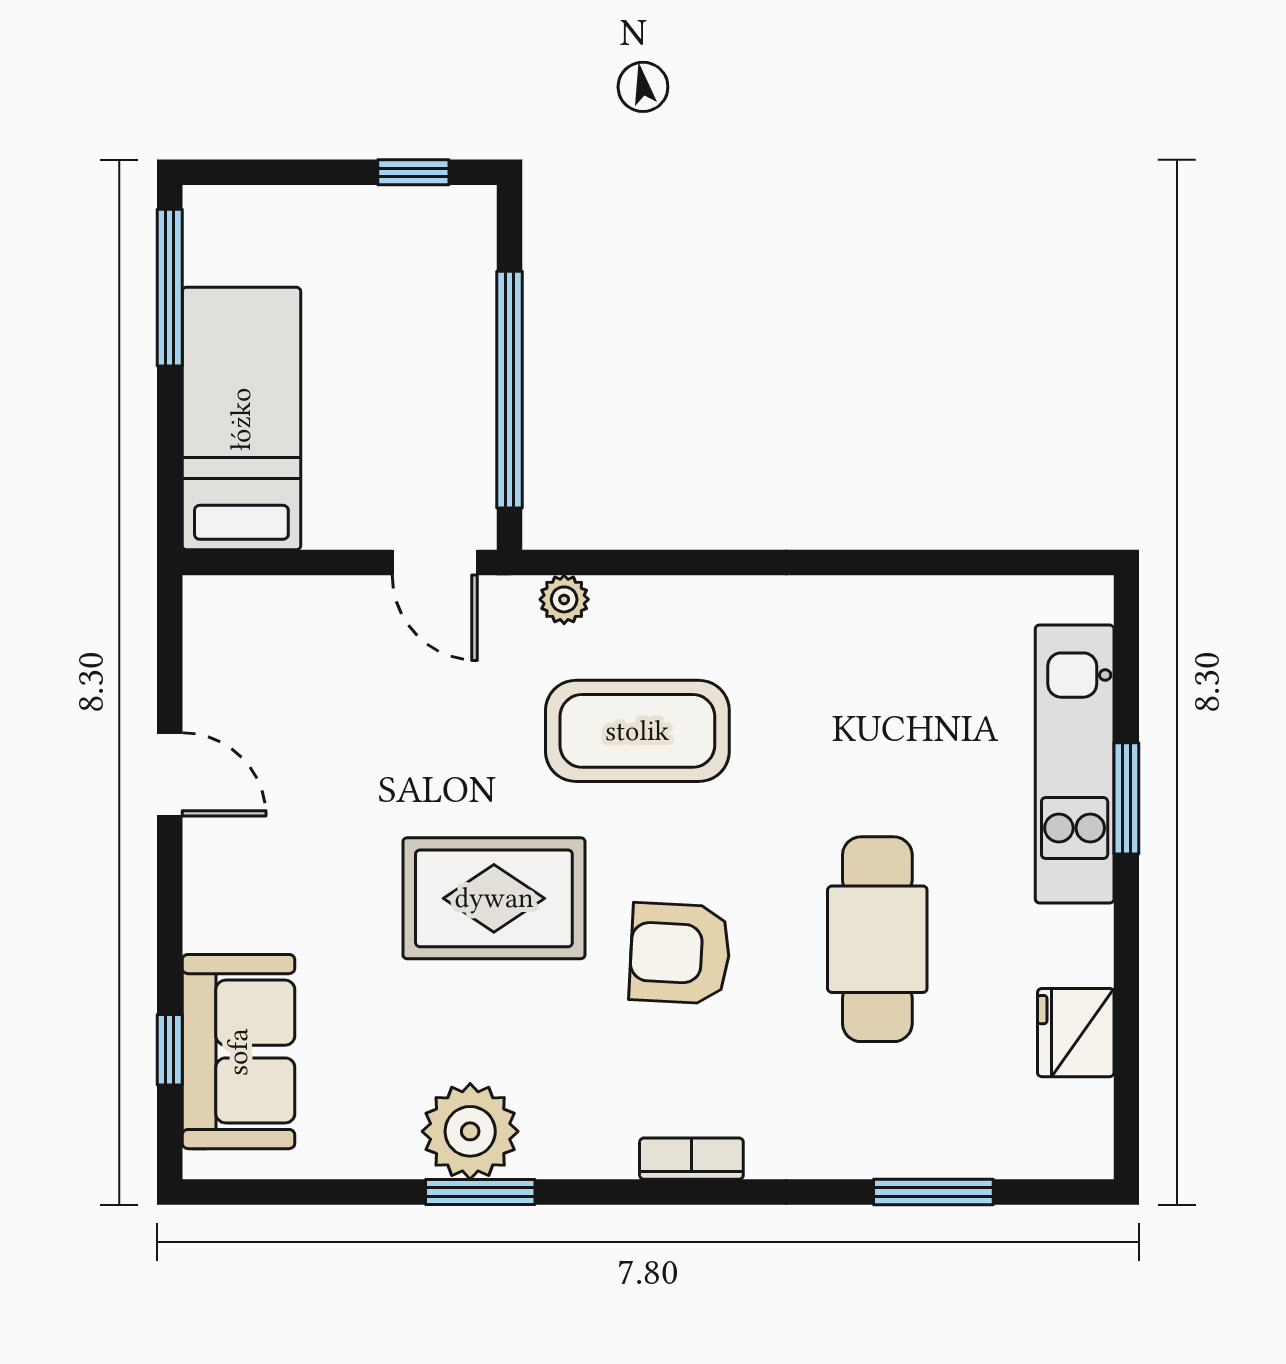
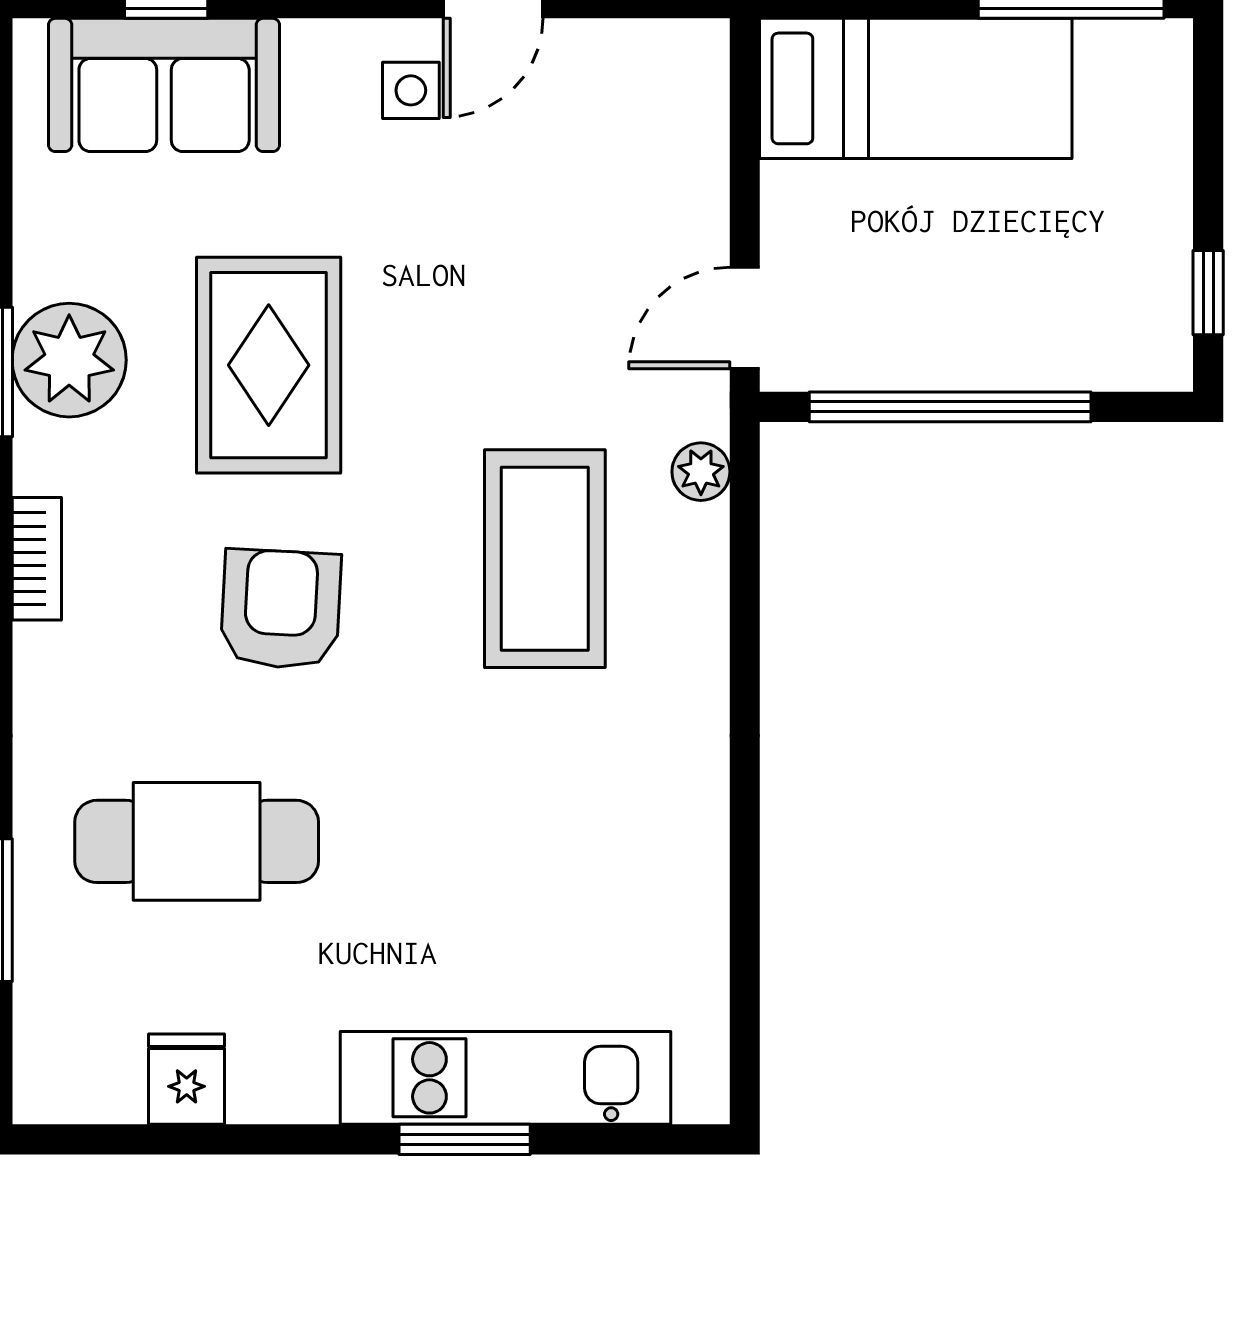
side table: (243, 844) -> (411, 90), added
rug: (494, 898) -> (269, 365), moved
cafe table: (877, 939) -> (197, 841), moved
fridge: (1076, 1033) -> (187, 1079), width x0.72
bookcase: (691, 1159) -> (37, 559), moved

